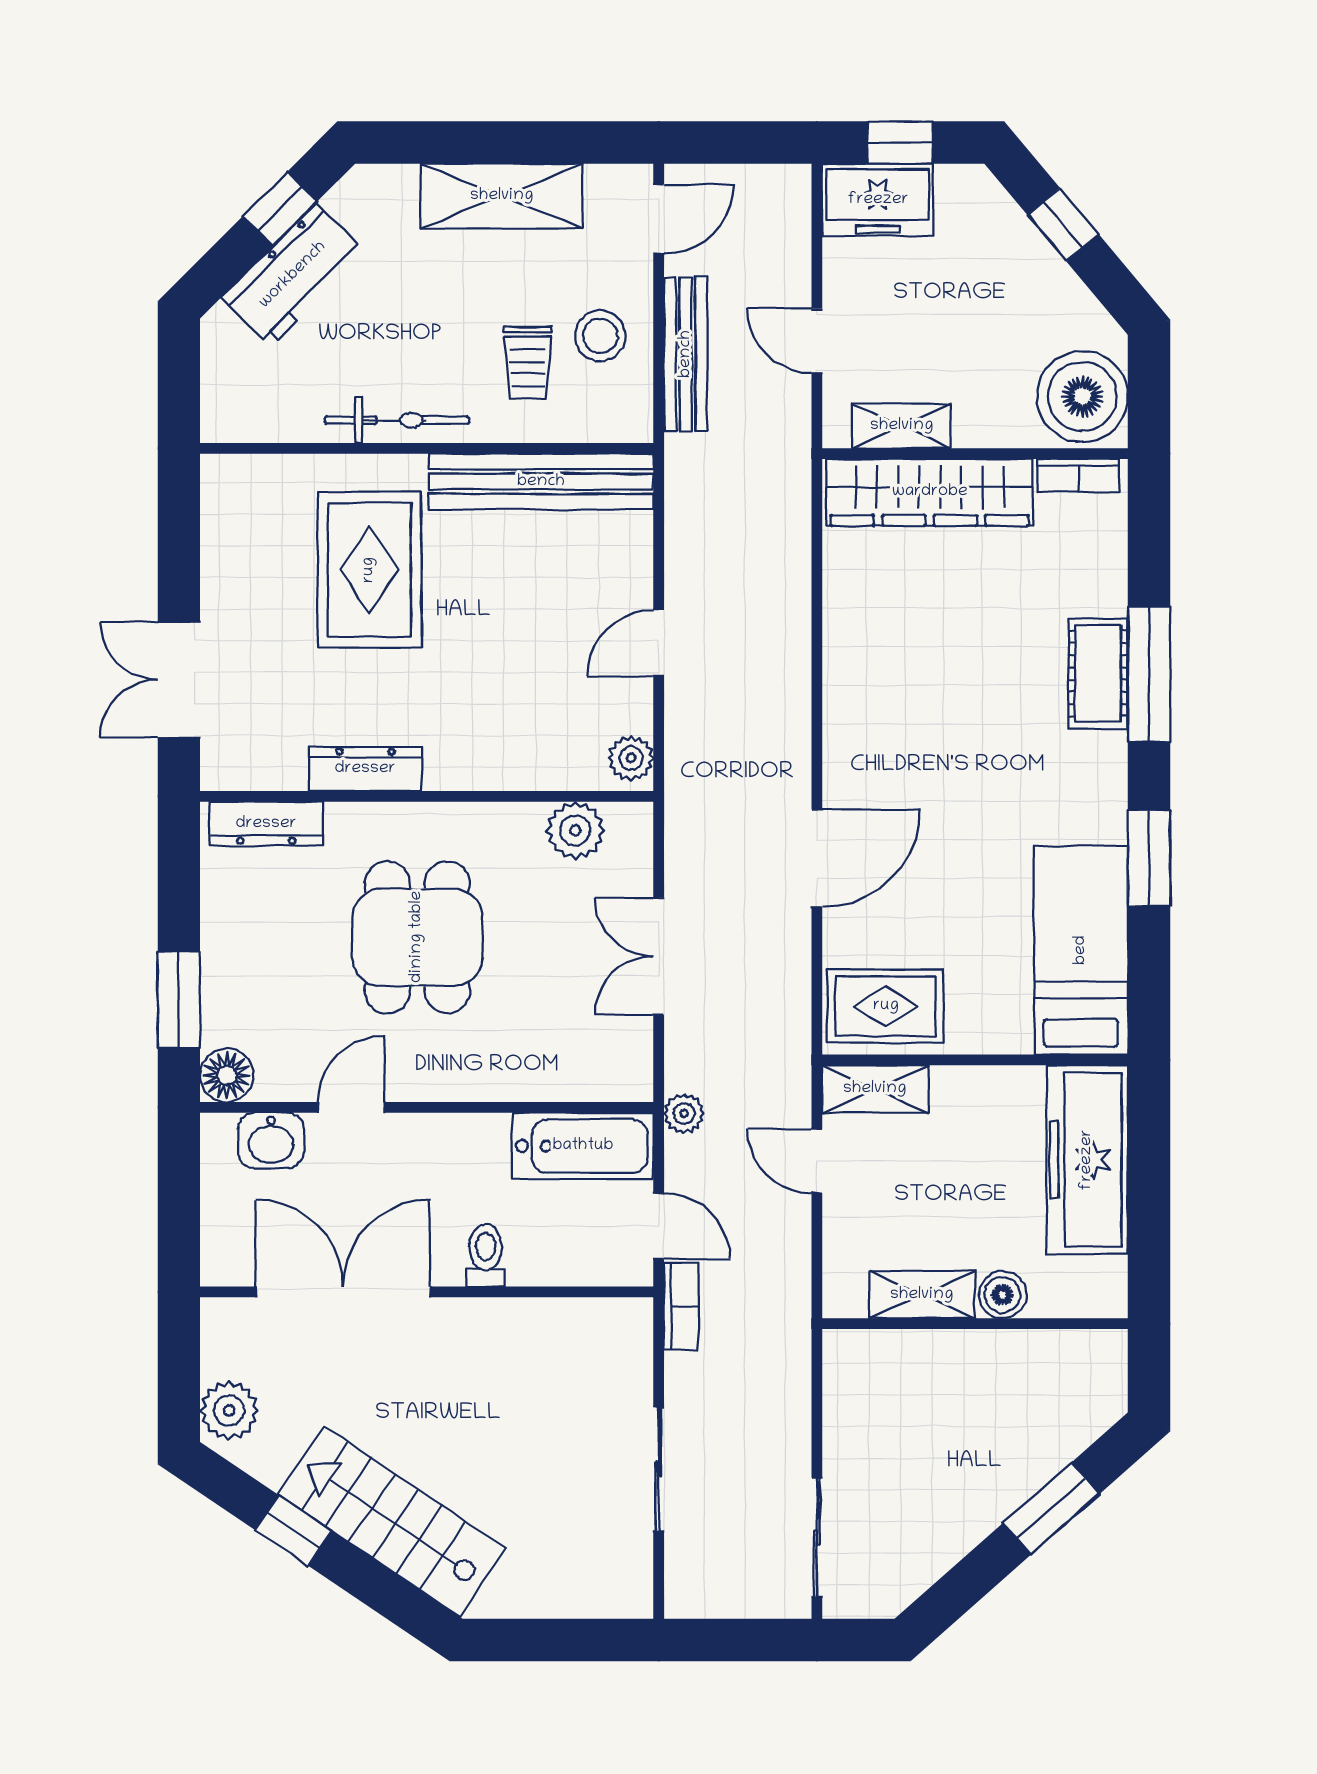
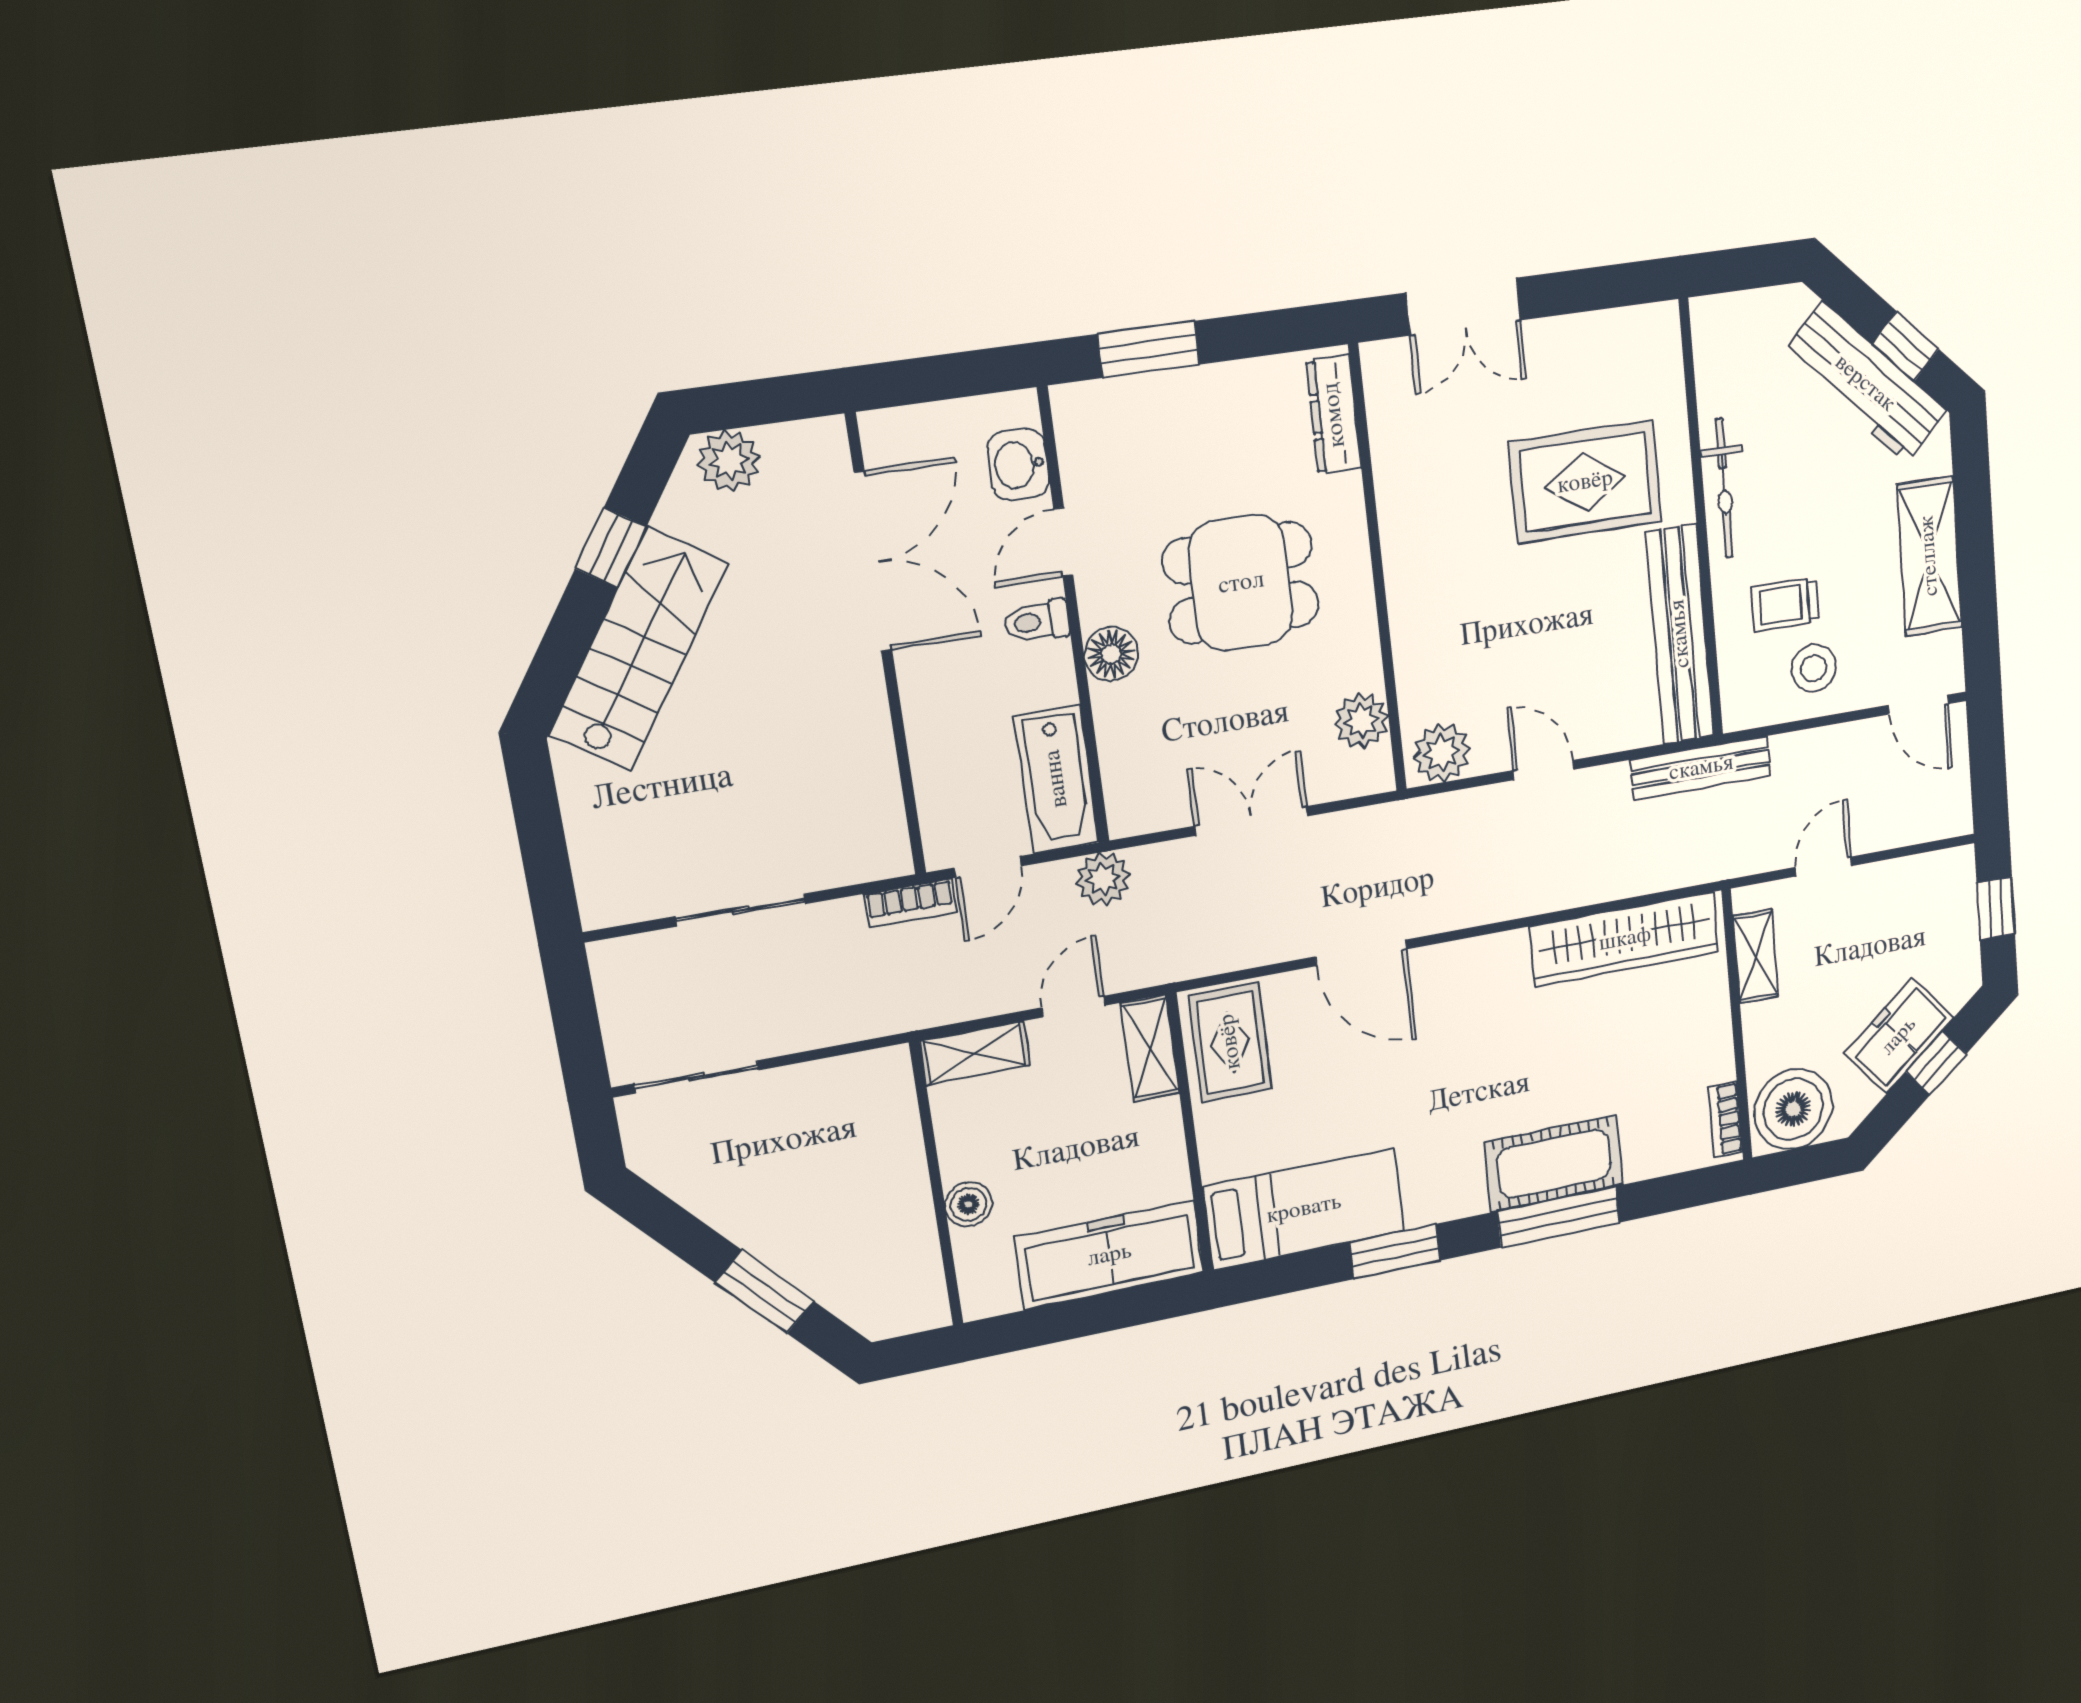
freezer: (878, 200) -> (1899, 1036), moved, turned 50
workbench: (293, 275) -> (1865, 383), width x1.38
bench: (686, 354) -> (1701, 768), moved
wardrobe: (930, 492) -> (1625, 939), moved, turned -90
cot: (1098, 674) -> (1554, 1163), width x1.37, depth x1.34
double door: (179, 680) -> (1464, 307), swing flipped
plant: (631, 758) -> (1442, 753), width x1.38, depth x1.38
dresser: (365, 769) -> (1397, 506), removed
floor lamp: (227, 1075) -> (1111, 654), moved
door: (351, 1107) -> (1063, 542), swing flipped
plant: (684, 1114) -> (1103, 879), width x1.38, depth x1.38
toilet: (486, 1255) -> (1036, 622), moved, turned 180
shelving: (922, 1295) -> (975, 1053), moved, turned 90

